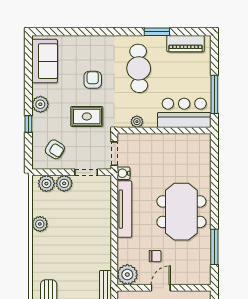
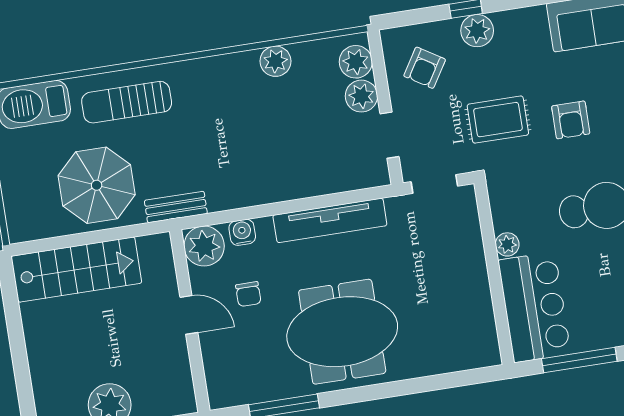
armchair: (93, 80) -> (571, 120), turned 90
plant: (40, 104) -> (477, 31), moved
rug: (87, 116) -> (498, 120), turned 90
plant: (137, 122) -> (507, 244), moved
water cooler: (123, 173) -> (242, 232), moved

